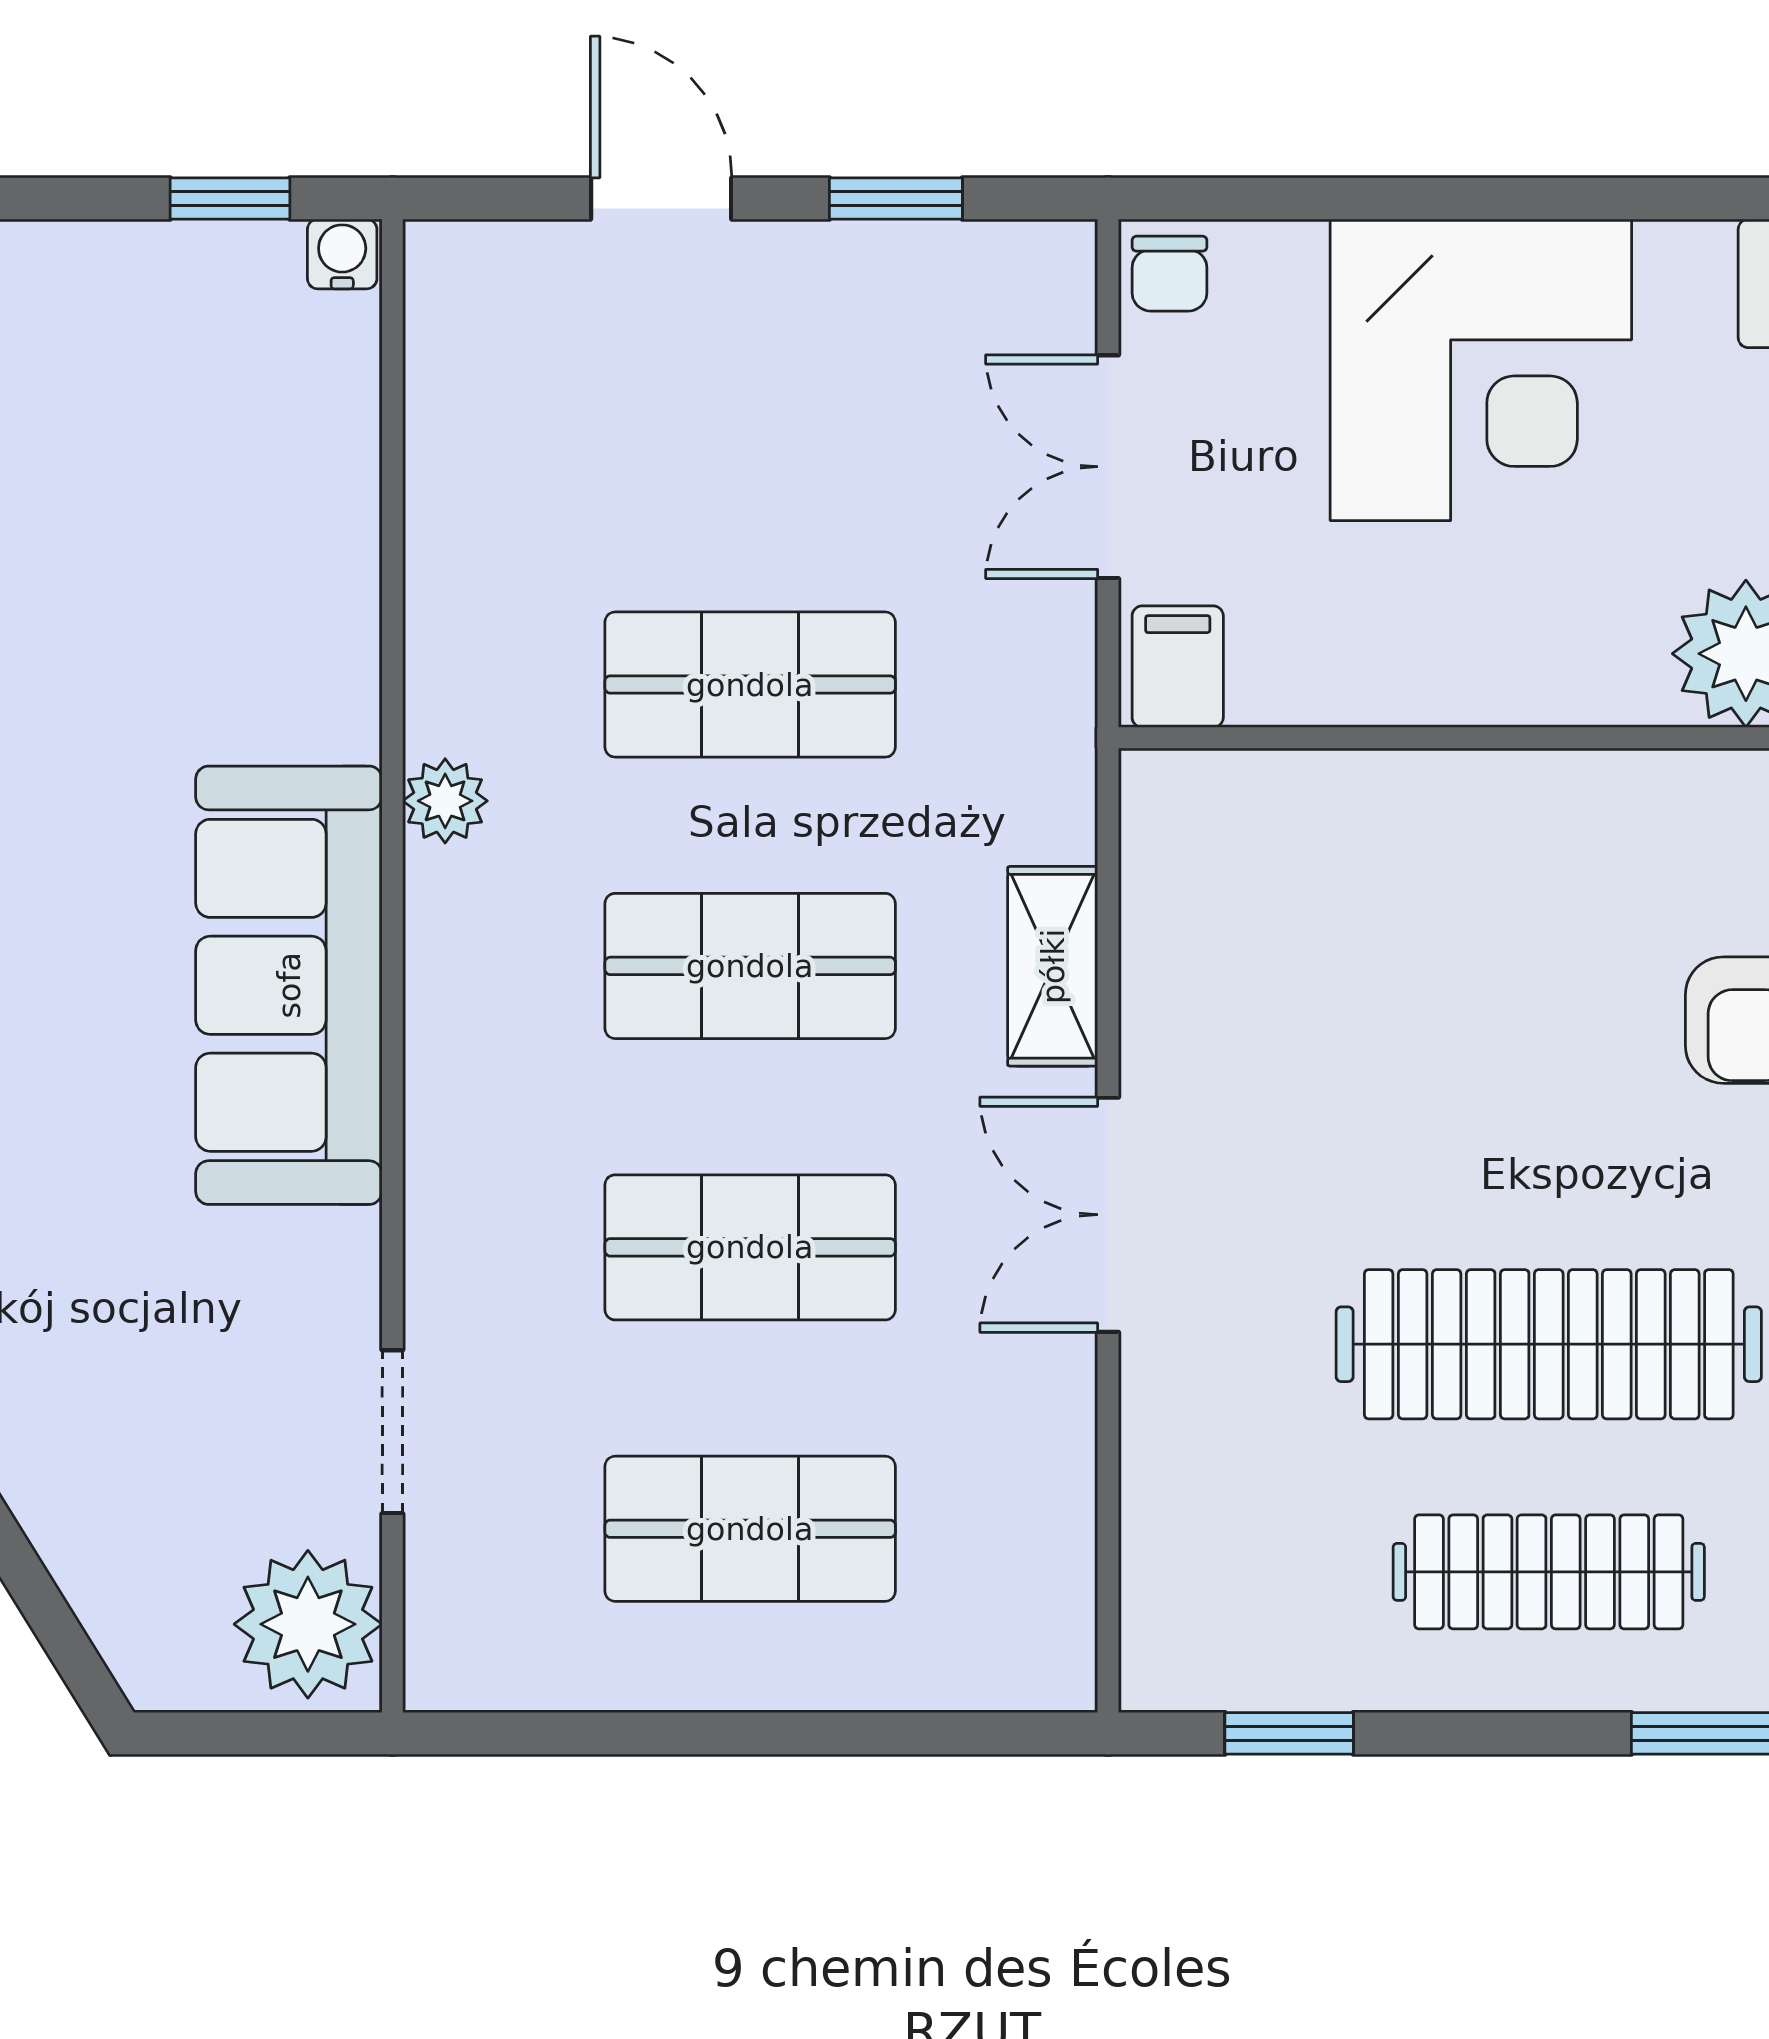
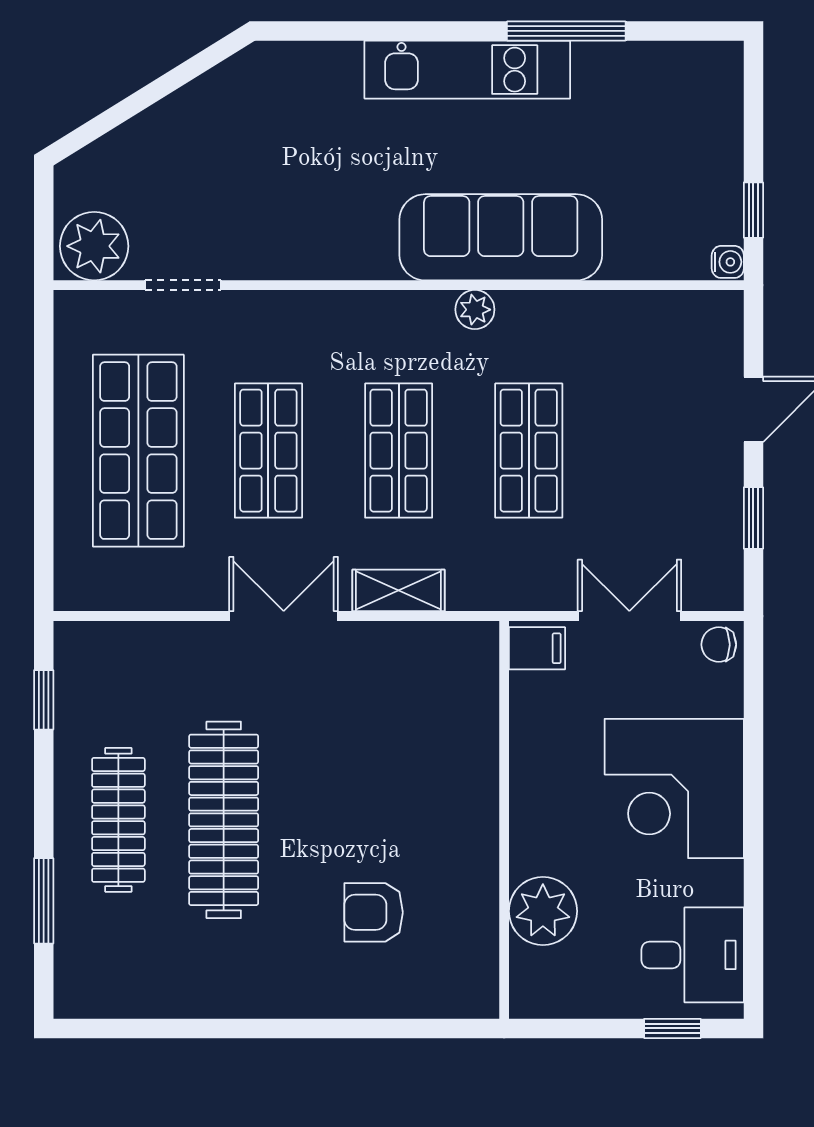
sofa: (289, 985) -> (501, 237), moved
shop shelf: (750, 1529) -> (138, 451), width x1.43, depth x1.36

